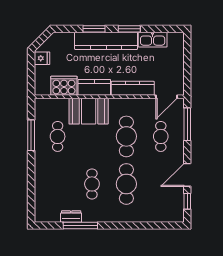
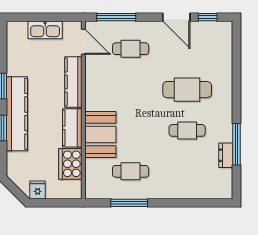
kitchen sink: (153, 40) -> (45, 30), moved, turned 90
cafe table: (126, 136) -> (131, 90), removed

